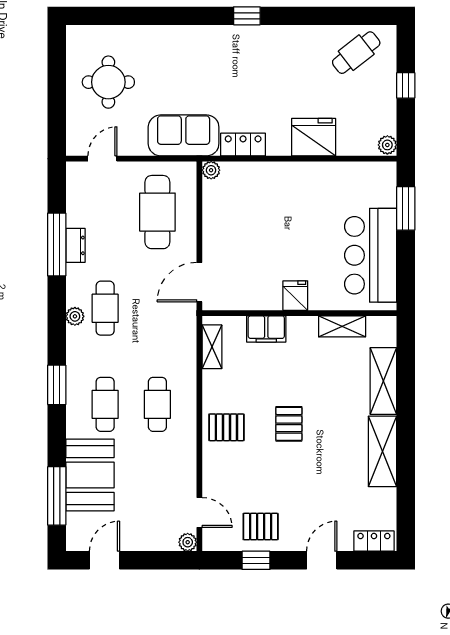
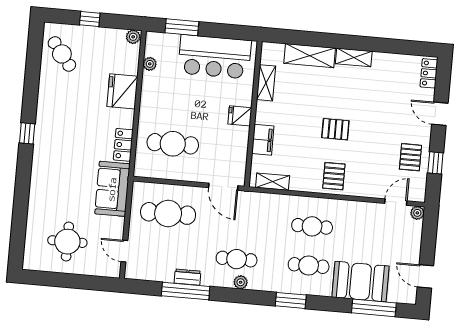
plant: (211, 170) -> (150, 64), moved
cafe table: (250, 210) -> (173, 144), added
shelving: (383, 451) -> (354, 57), width x0.67, depth x0.75

